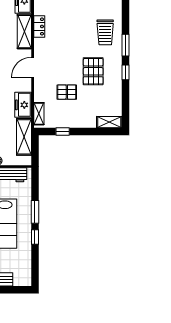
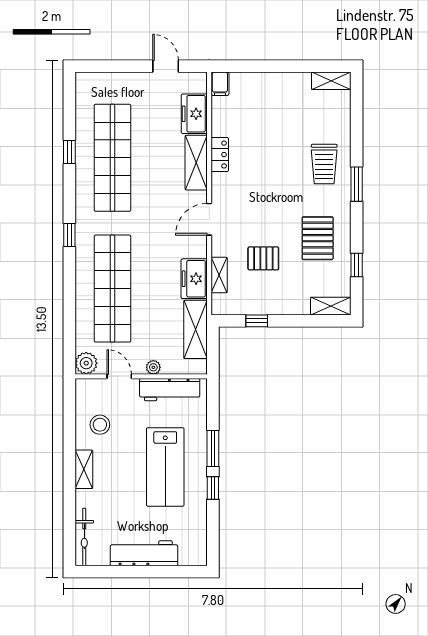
pallet: (93, 71) -> (318, 238), moved
window: (126, 72) -> (357, 265), moved
shelving: (39, 114) -> (219, 275), moved

